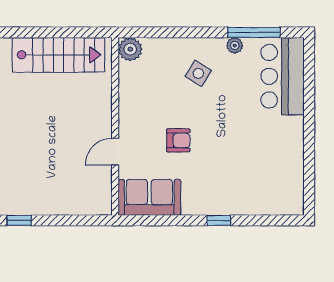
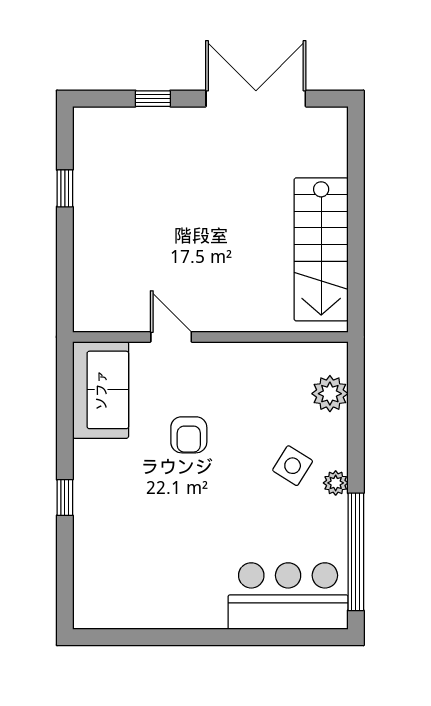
window: (254, 32) -> (356, 552), width x1.46
plant: (235, 45) -> (336, 483), moved
plant: (130, 49) -> (330, 394), moved

